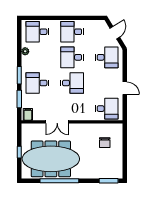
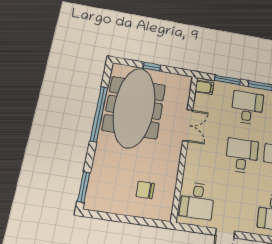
desk: (72, 83) -> (242, 156), turned 180
double door: (57, 122) -> (188, 125), swing flipped

